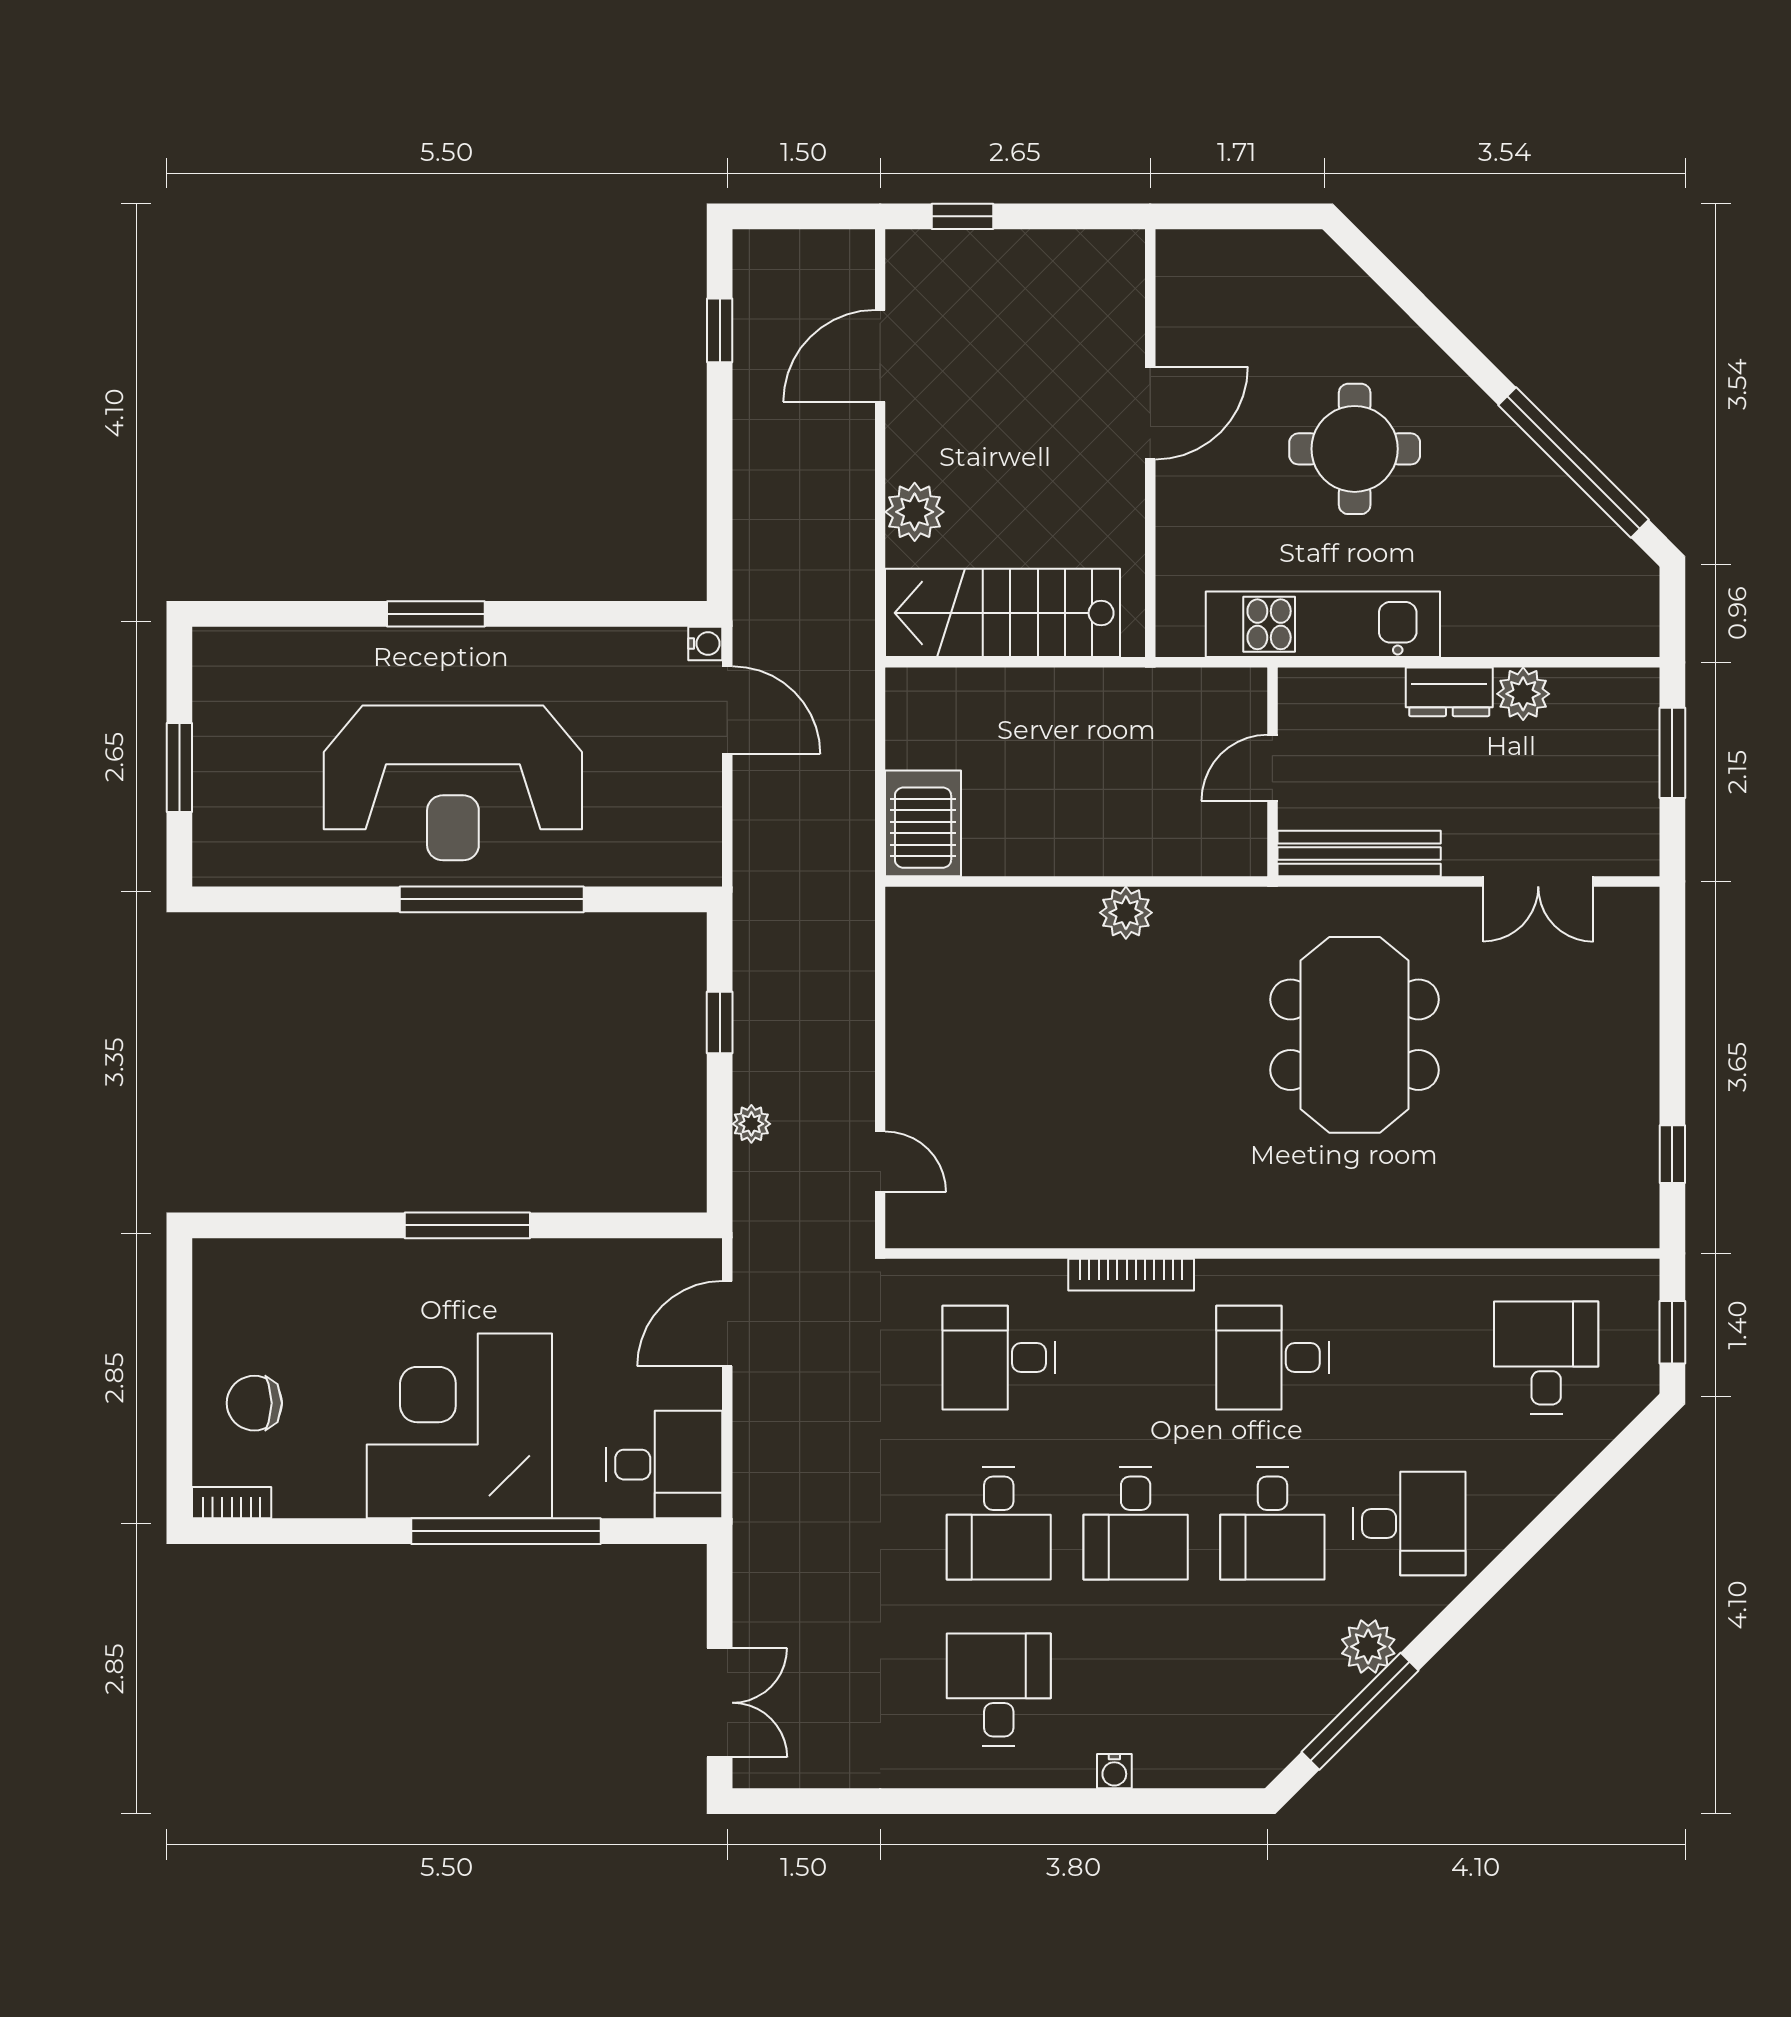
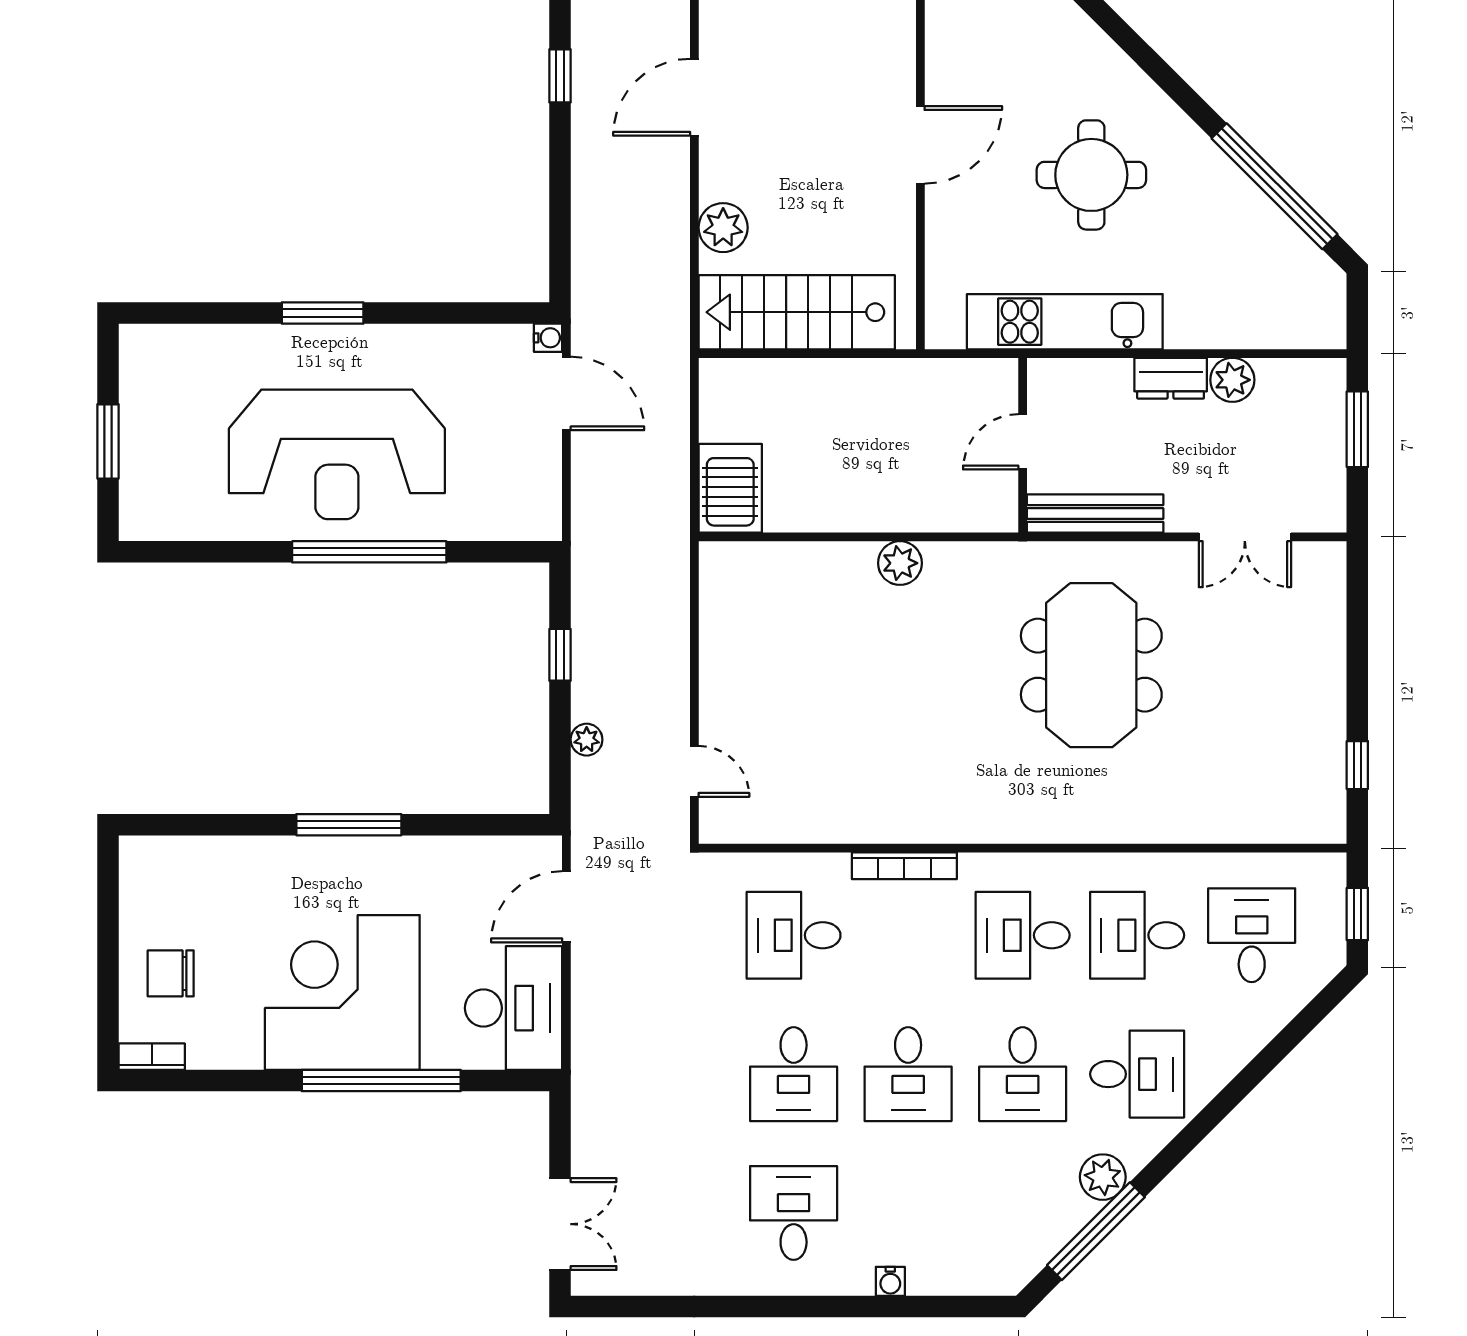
desk: (1409, 1358) -> (1137, 935), added
desk: (664, 1465) -> (514, 1008), width x1.37

